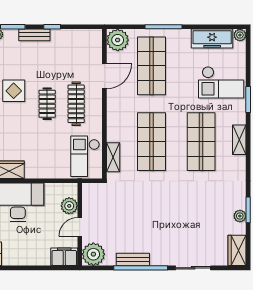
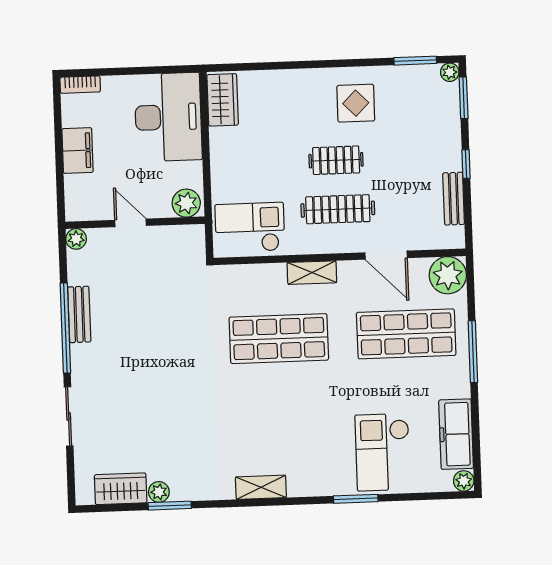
bench: (34, 35) -> (454, 199), moved
shelving: (239, 140) -> (261, 487), moved
shop shelf: (201, 142) -> (282, 422), removed
shelving: (113, 157) -> (312, 273), moved
plant: (69, 206) -> (186, 203), moved
wardrobe: (237, 250) -> (121, 489), moved
plant: (93, 254) -> (76, 239), width x0.53, depth x0.53
filing cabinet: (64, 257) -> (78, 151), moved

